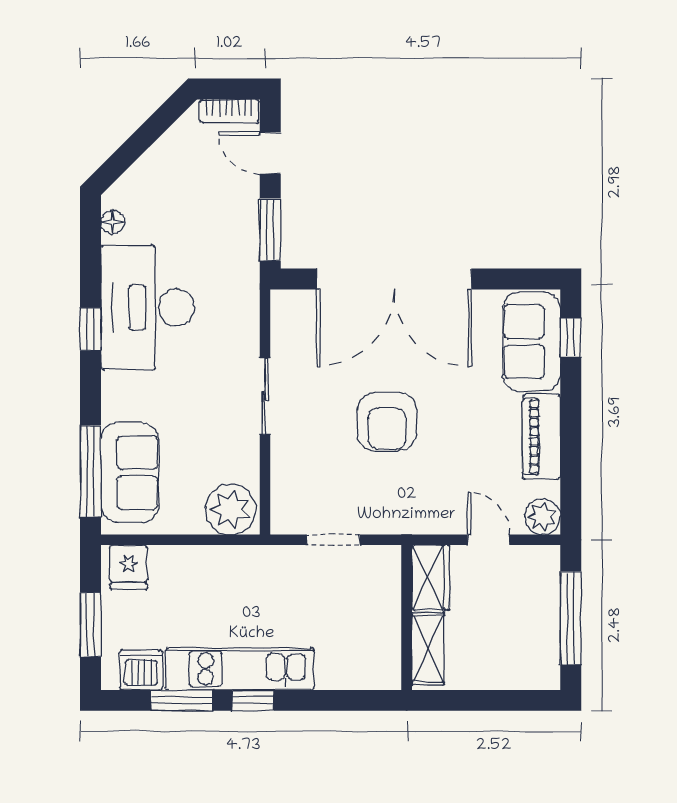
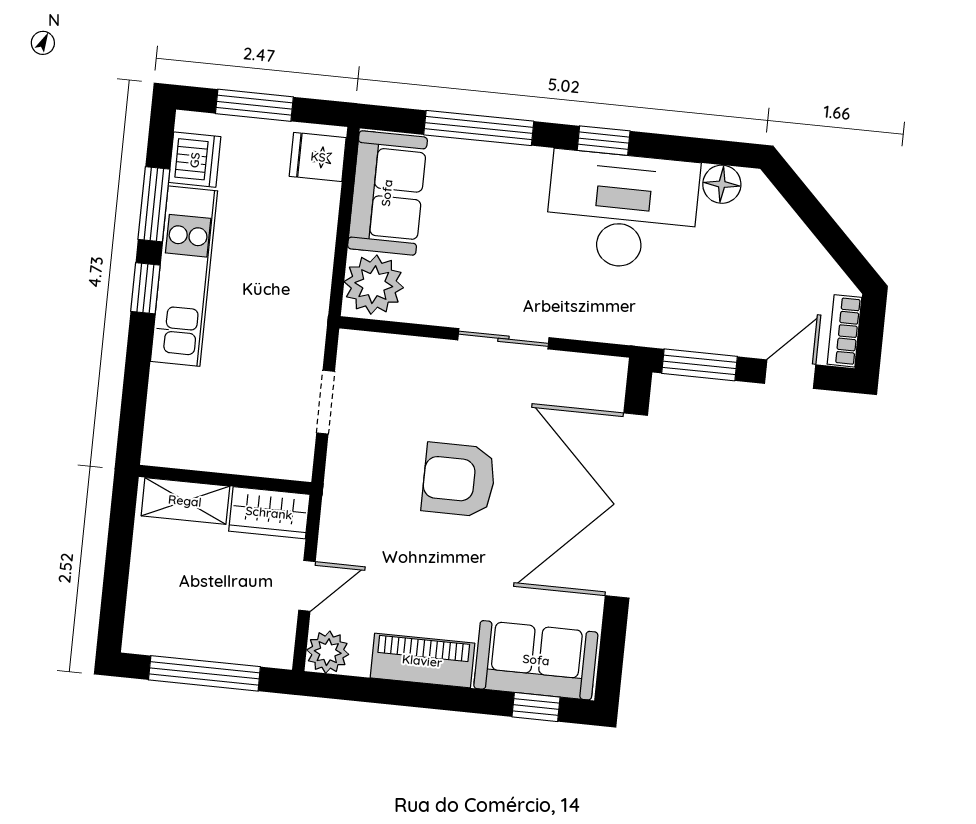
floor lamp: (113, 222) -> (722, 184), width x1.37, depth x1.37
window: (91, 471) -> (479, 128), moved
sofa: (130, 473) -> (387, 193), moved, turned -90

